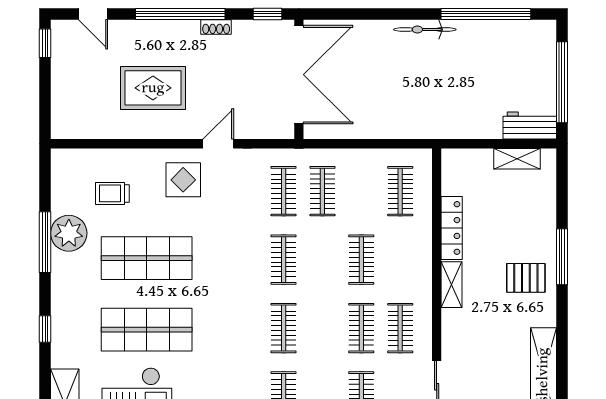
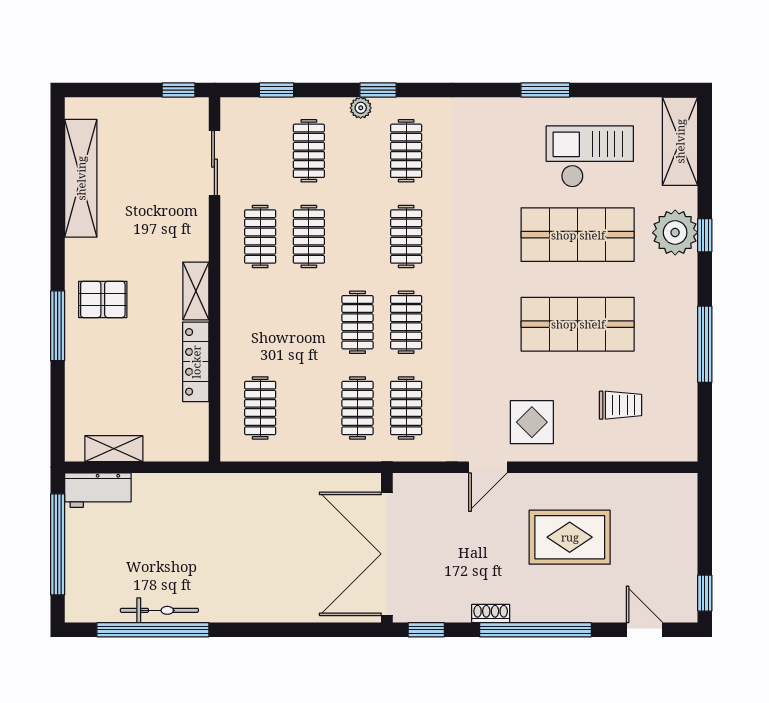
bicycle: (425, 30) -> (159, 610), moved
plant: (69, 233) -> (675, 233), moved
clothes rail: (361, 260) -> (357, 322), moved

